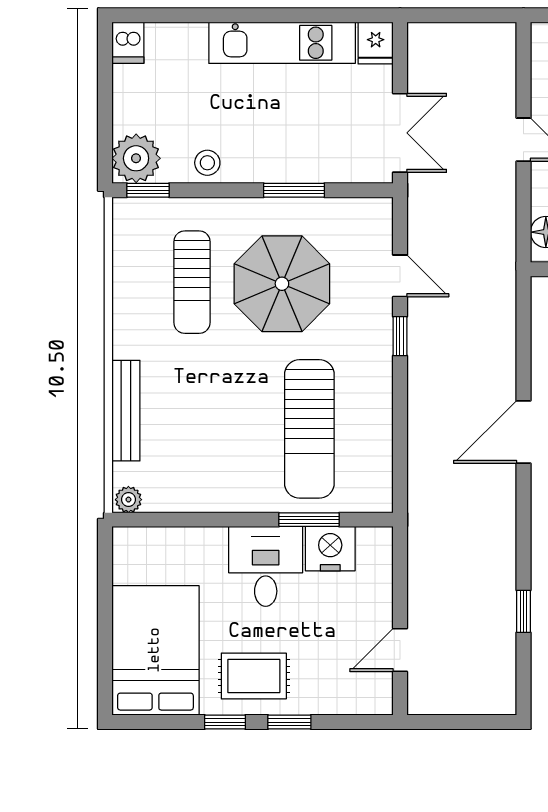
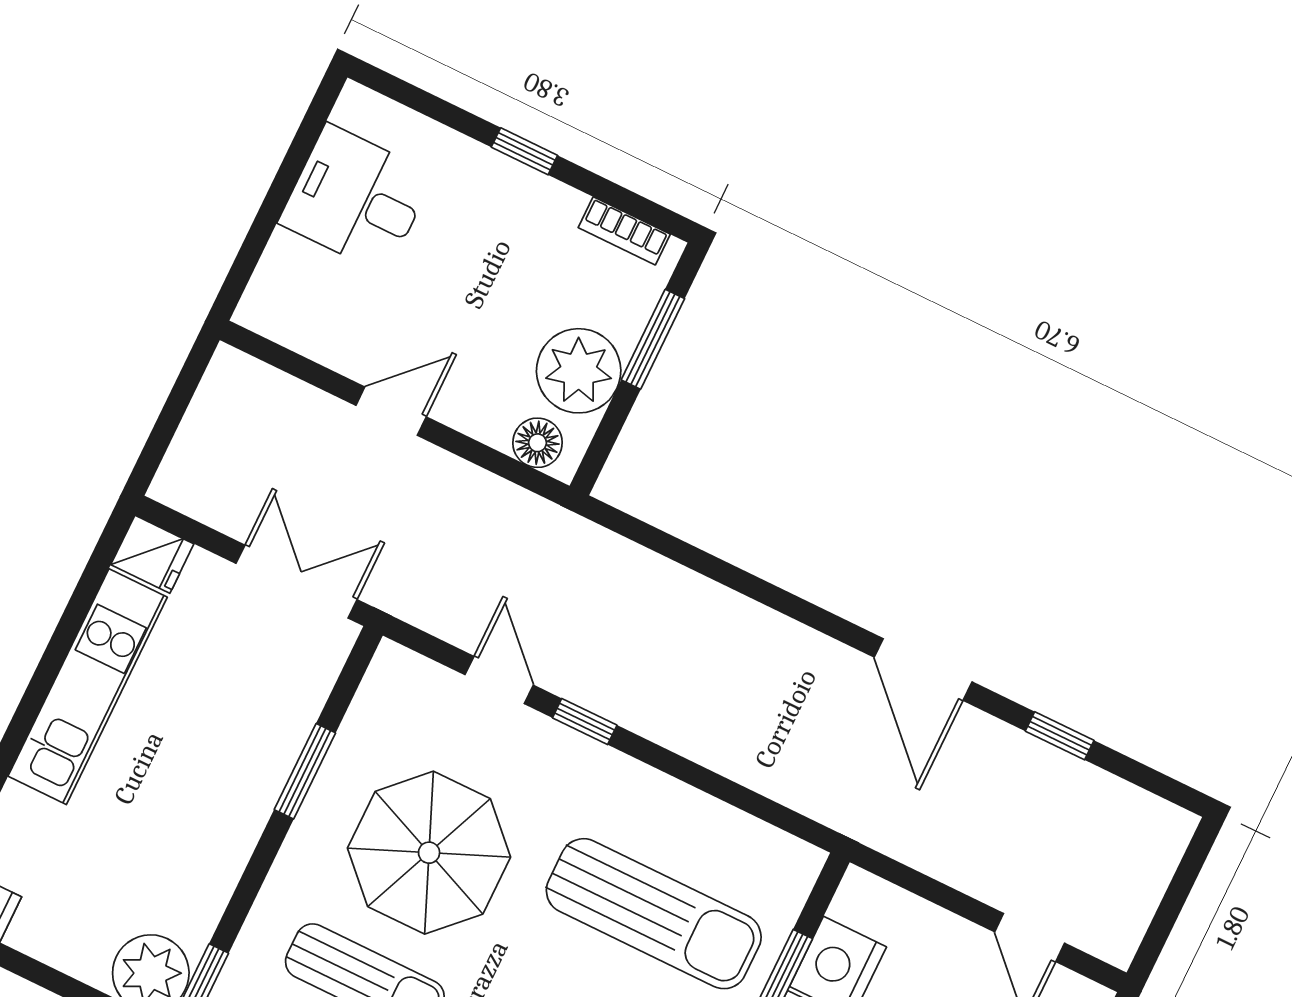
stool: (207, 163) -> (206, 875), removed
door: (400, 276) -> (499, 680), hinge flipped
door: (523, 432) -> (923, 669), moved

